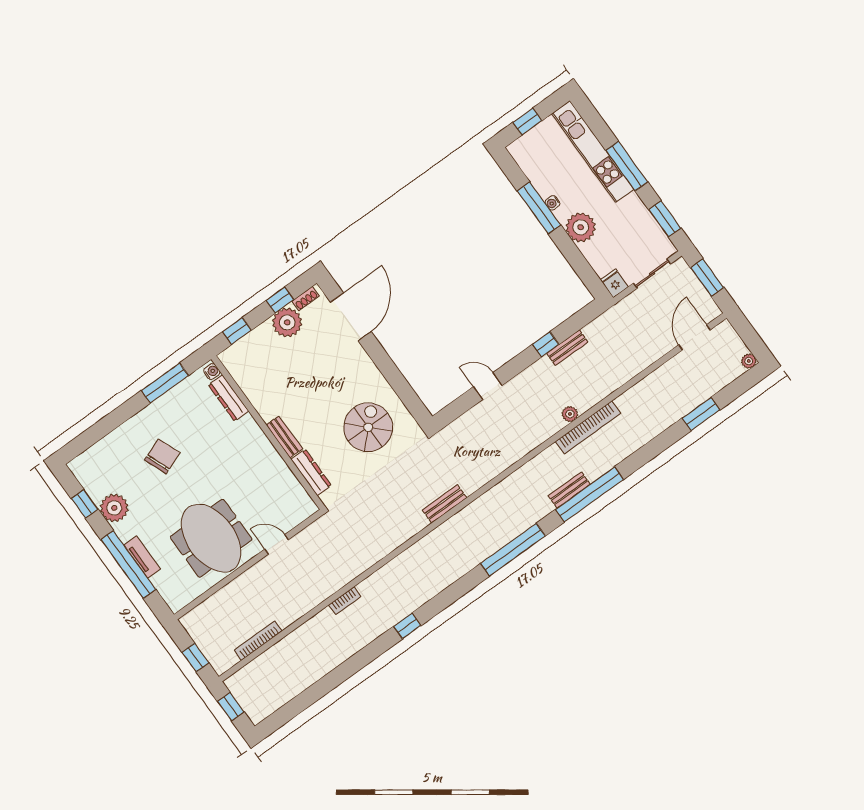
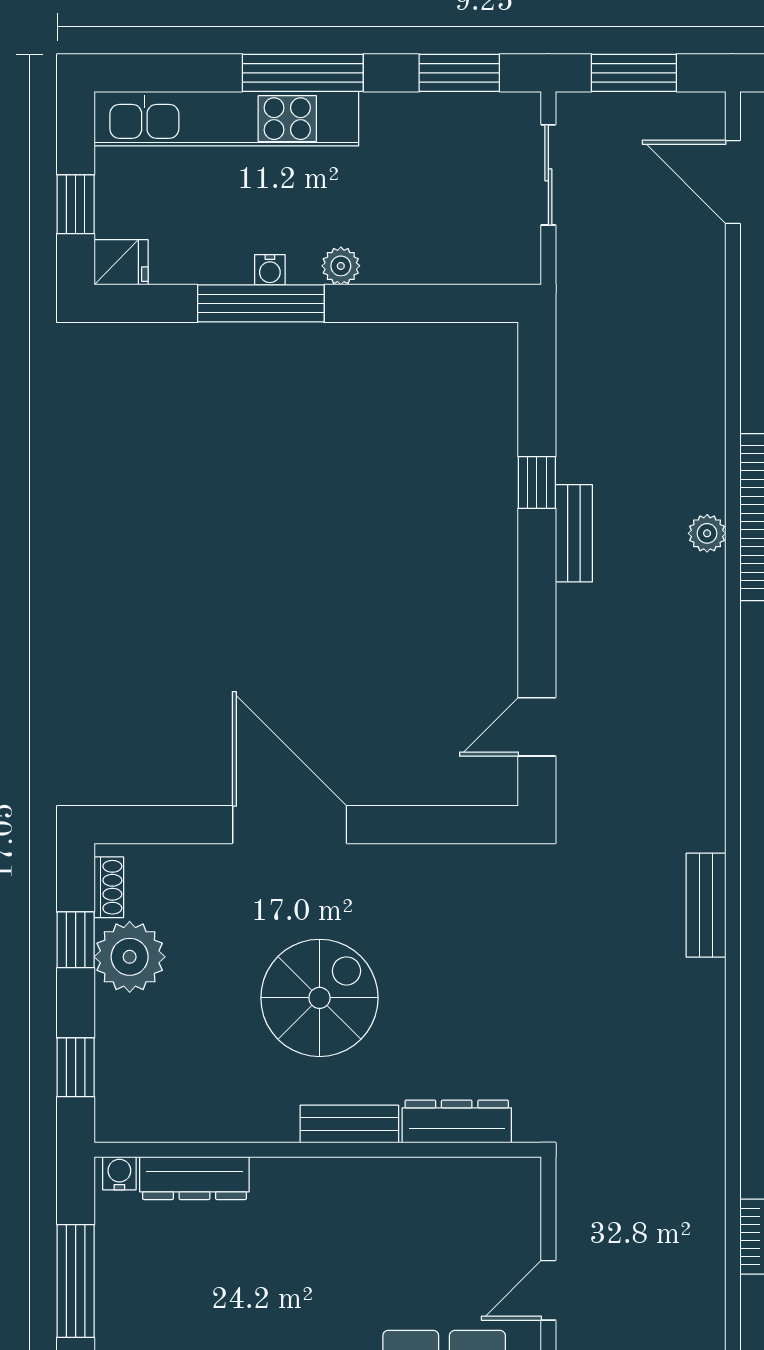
plant: (581, 227) -> (341, 266), width x0.53, depth x0.53
fridge: (614, 283) -> (121, 262), moved, turned 180
door: (351, 317) -> (290, 825), moved
bench: (567, 348) -> (574, 533), moved
door: (488, 386) -> (537, 727), moved
spiral stairs: (368, 427) -> (319, 998), moved, turned 90

